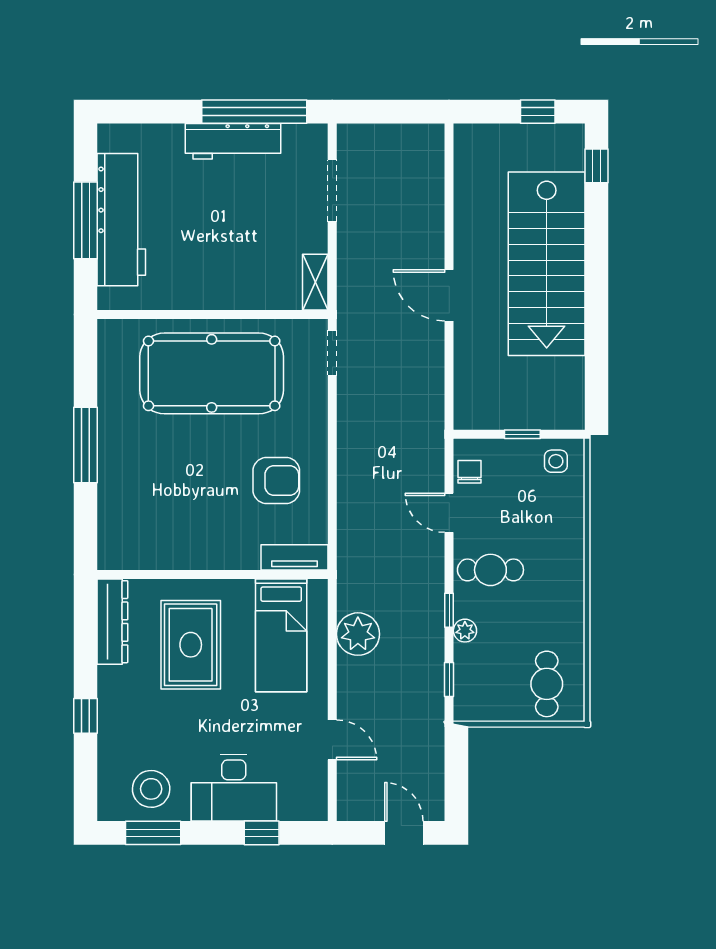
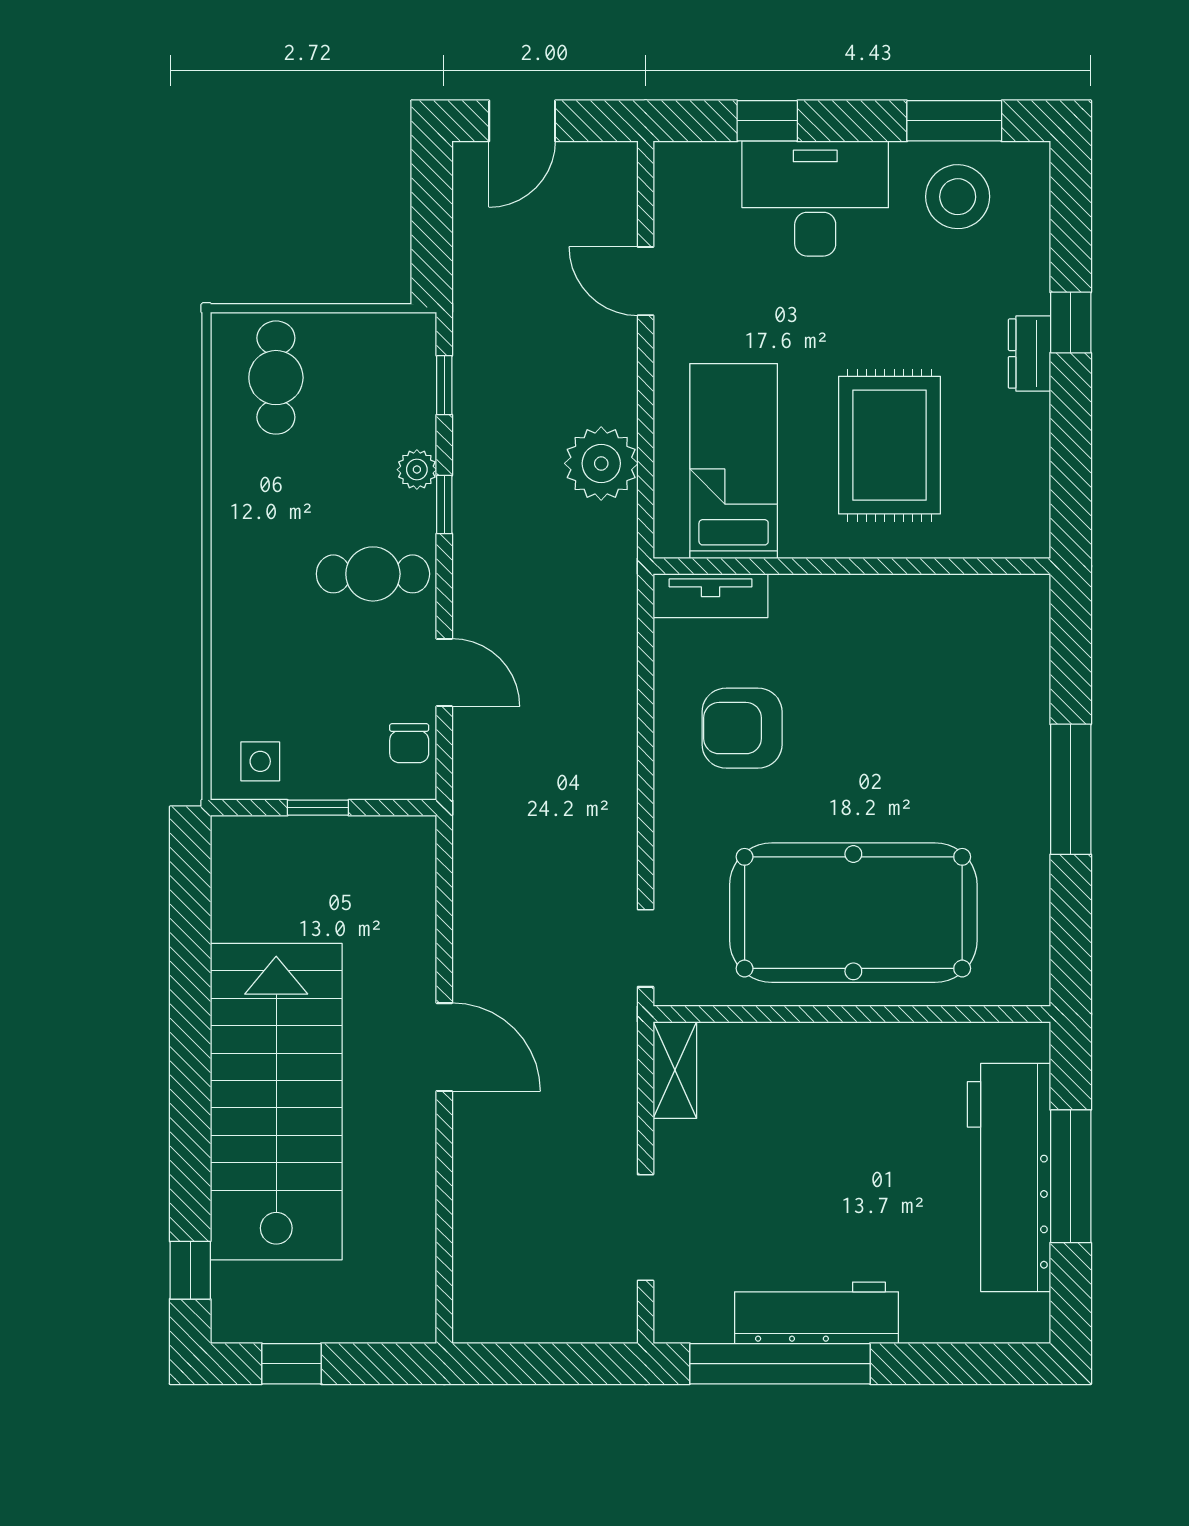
dresser: (112, 622) -> (1029, 354), moved, width x0.51, depth x0.80
door: (404, 833) -> (522, 121), hinge flipped

